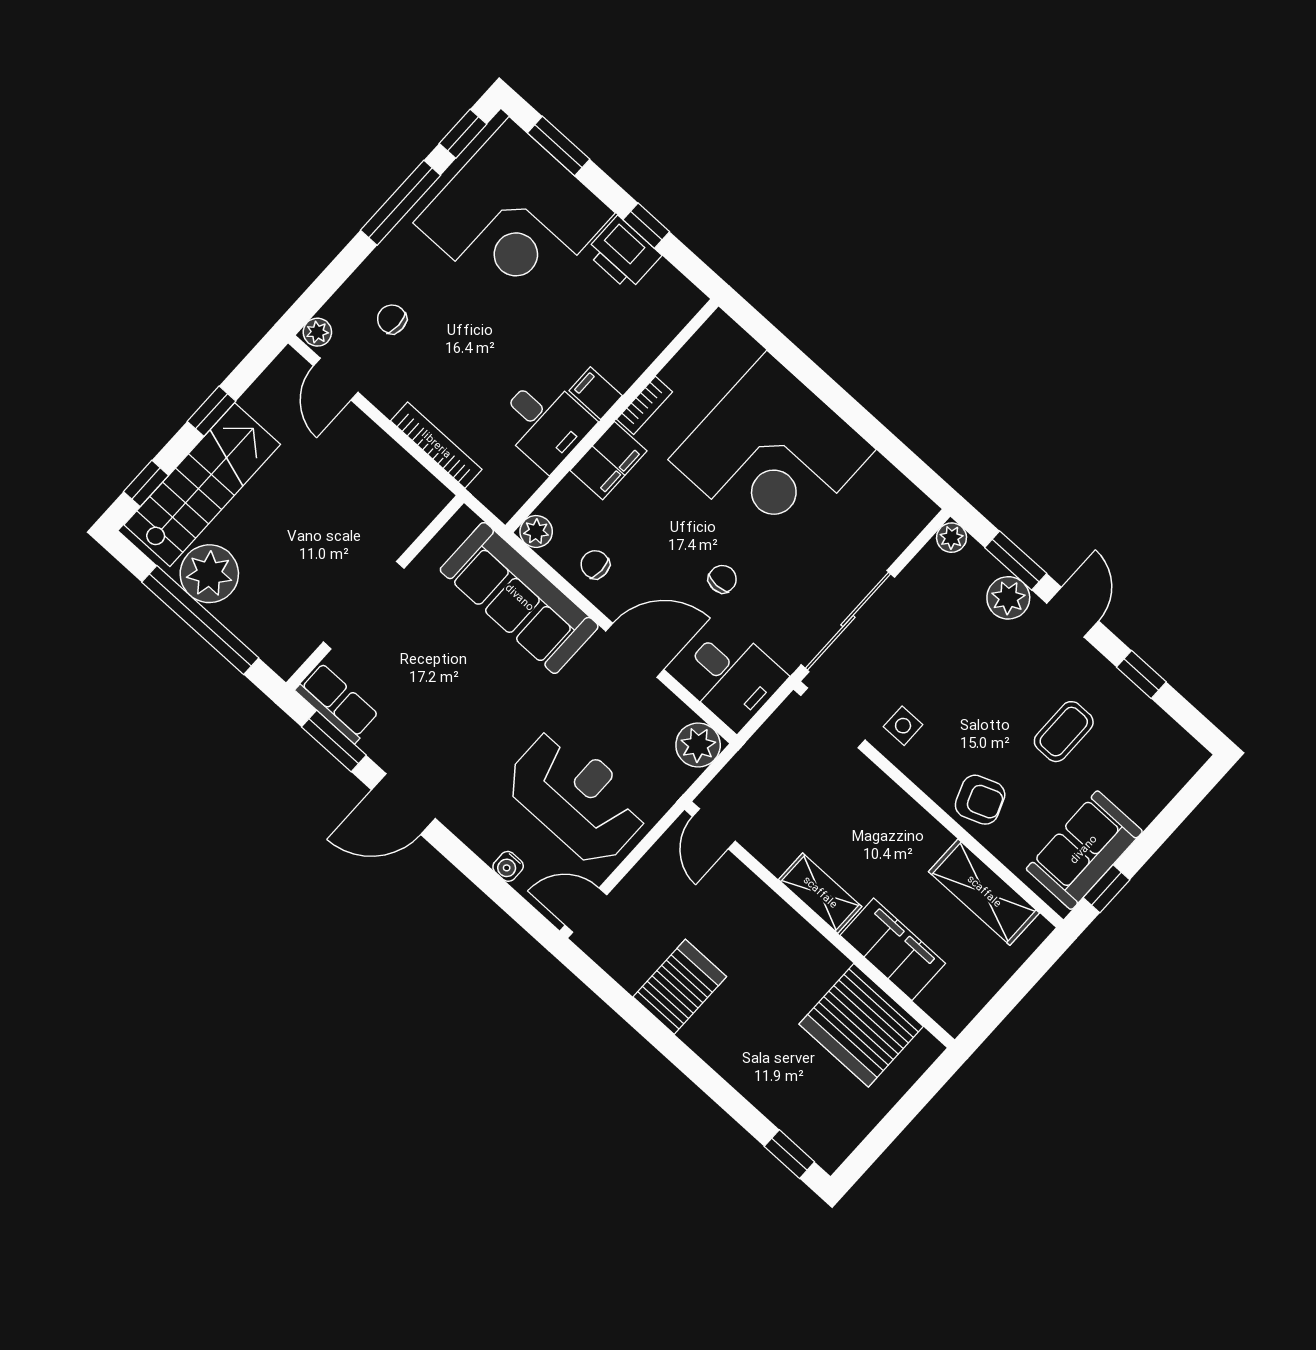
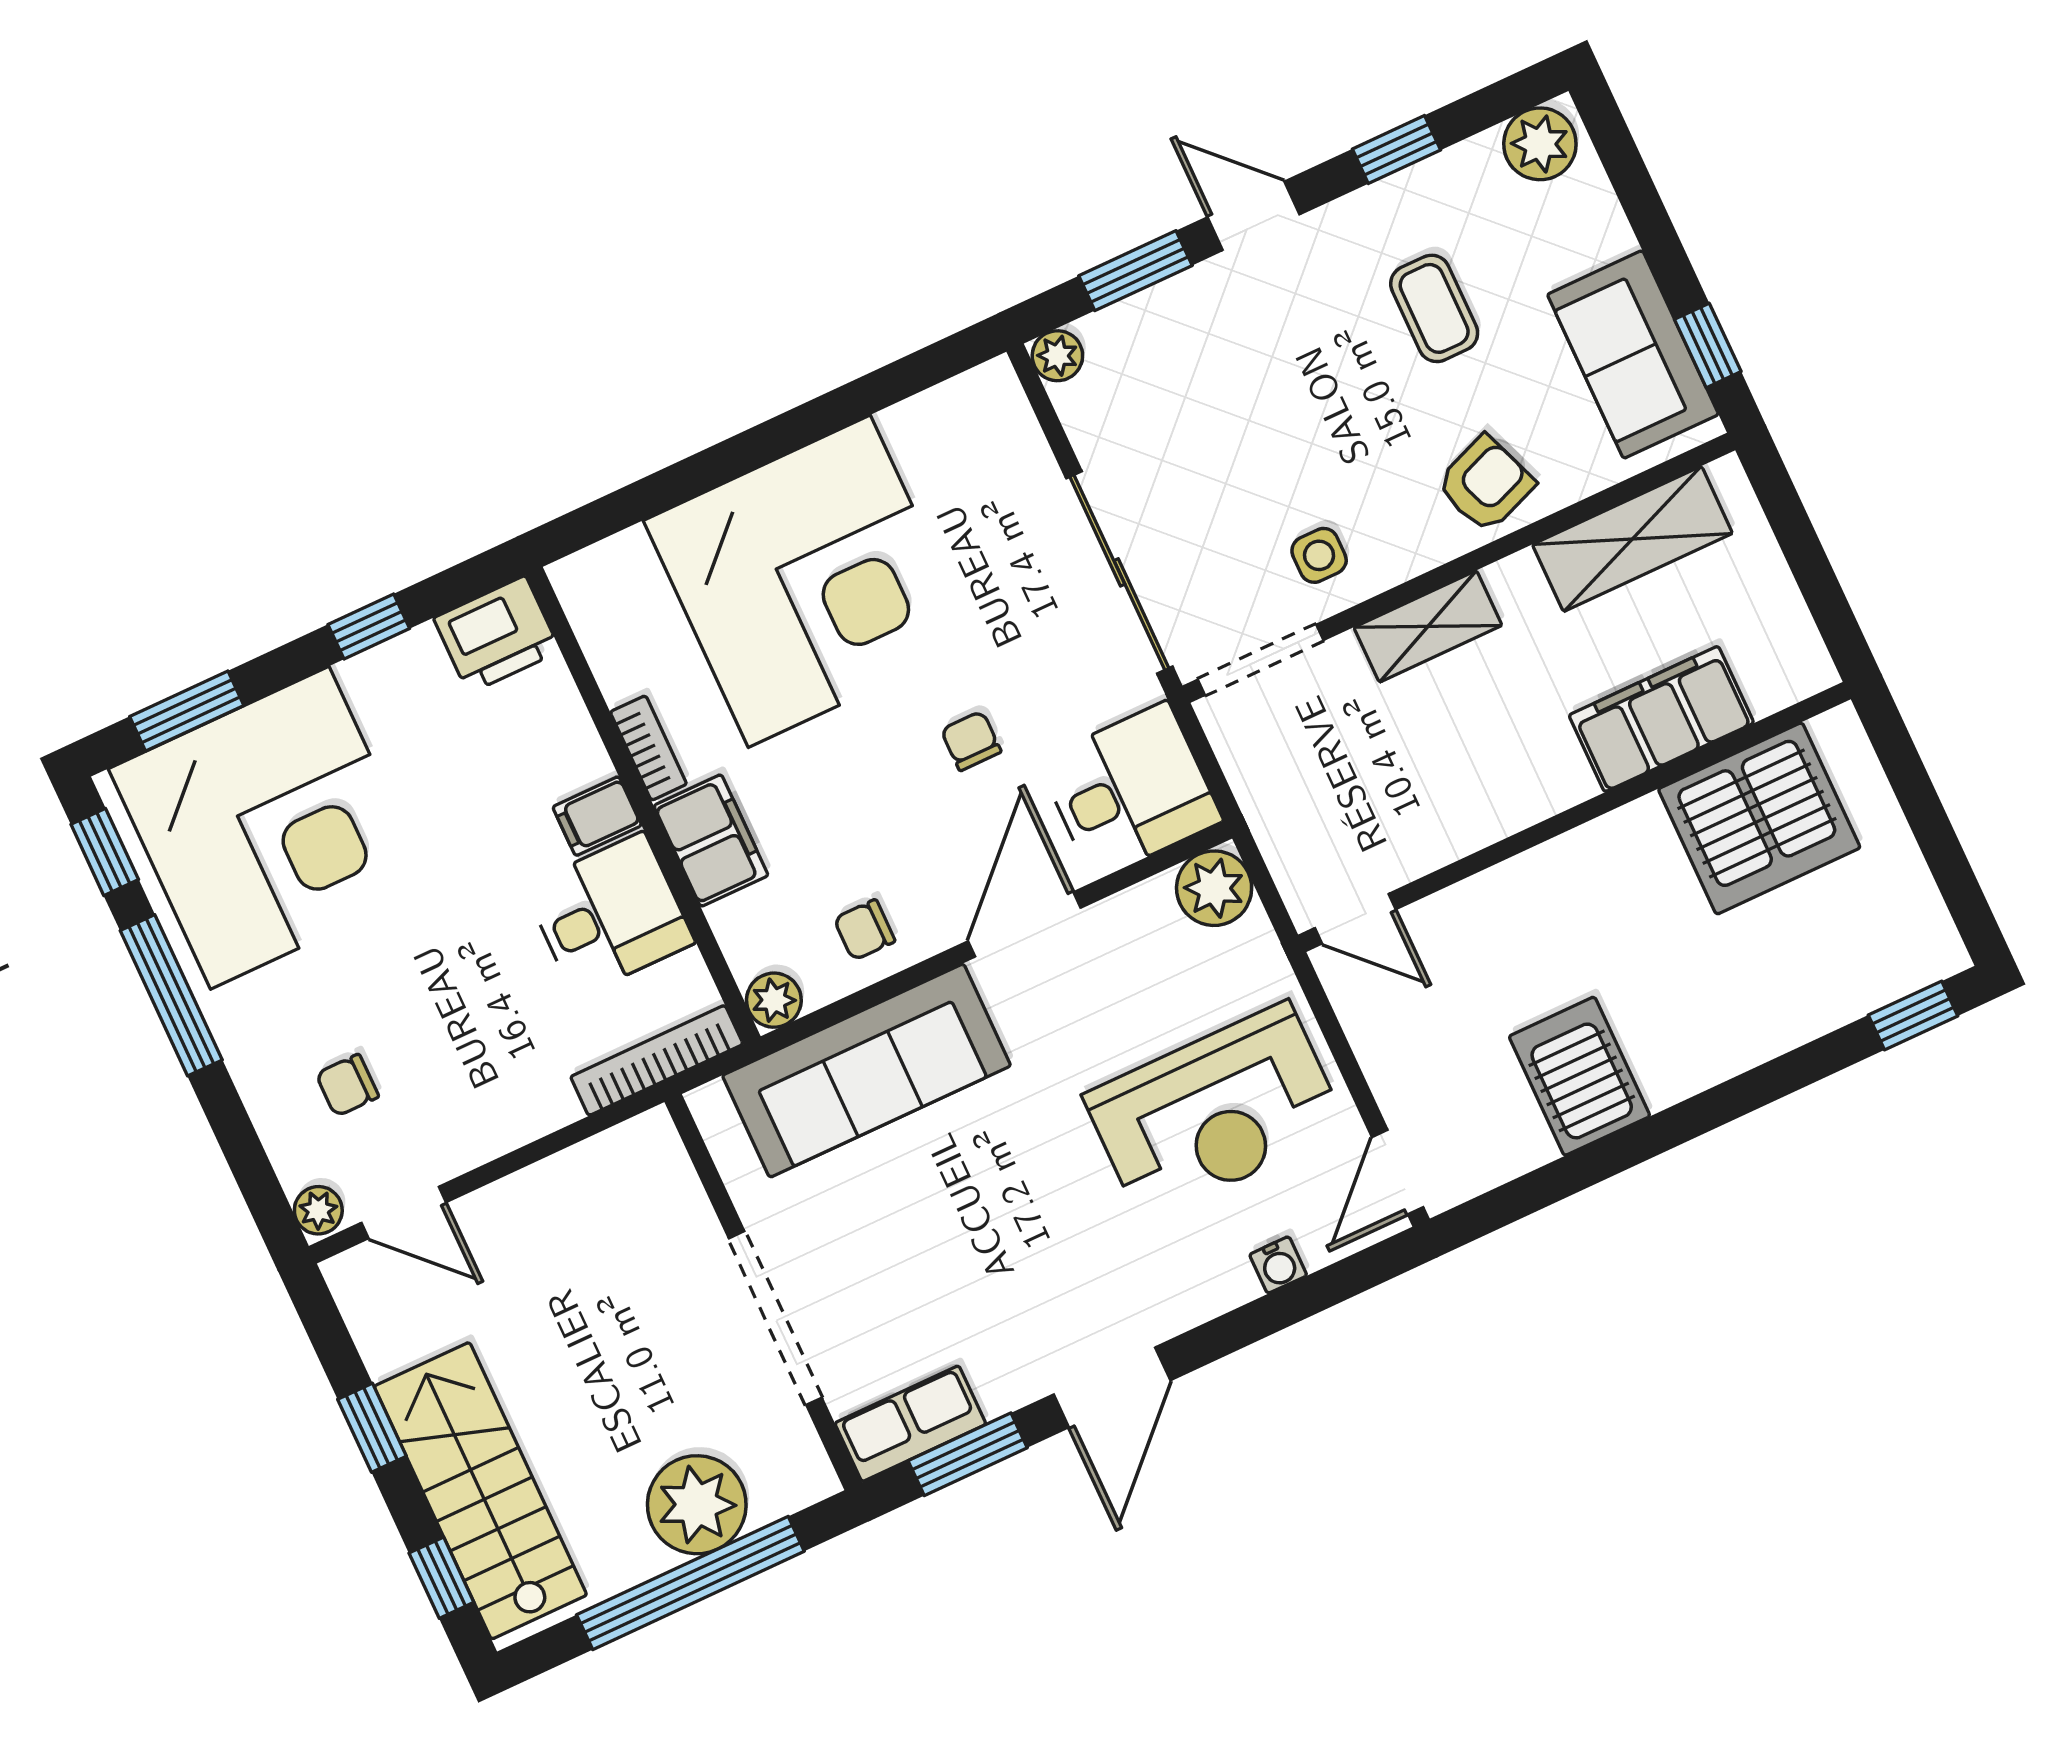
printer: (623, 254) -> (497, 635), moved
bookcase: (436, 445) -> (657, 1060), moved
plant: (209, 574) -> (697, 1505), moved
plant: (1008, 598) -> (1540, 144), moved
reception desk: (577, 797) -> (1215, 1112), turned 180
shelving: (820, 893) -> (1428, 626), moved

